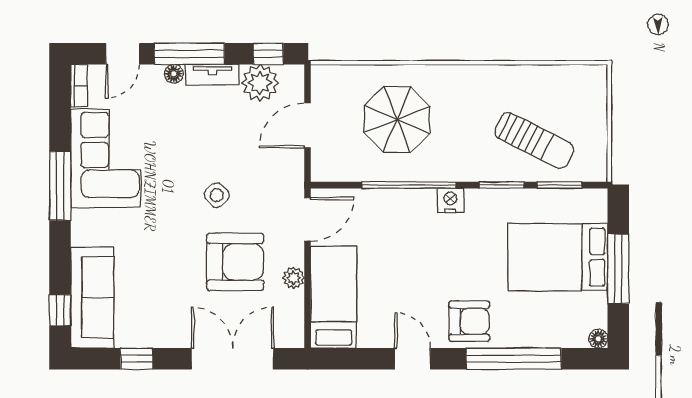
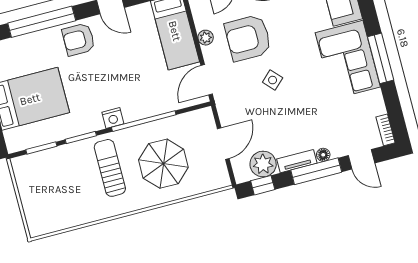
door: (123, 54) -> (362, 159), swing flipped
sun lounger: (534, 140) -> (110, 168), moved, turned 63
corner sofa: (106, 158) -> (348, 60), moved

